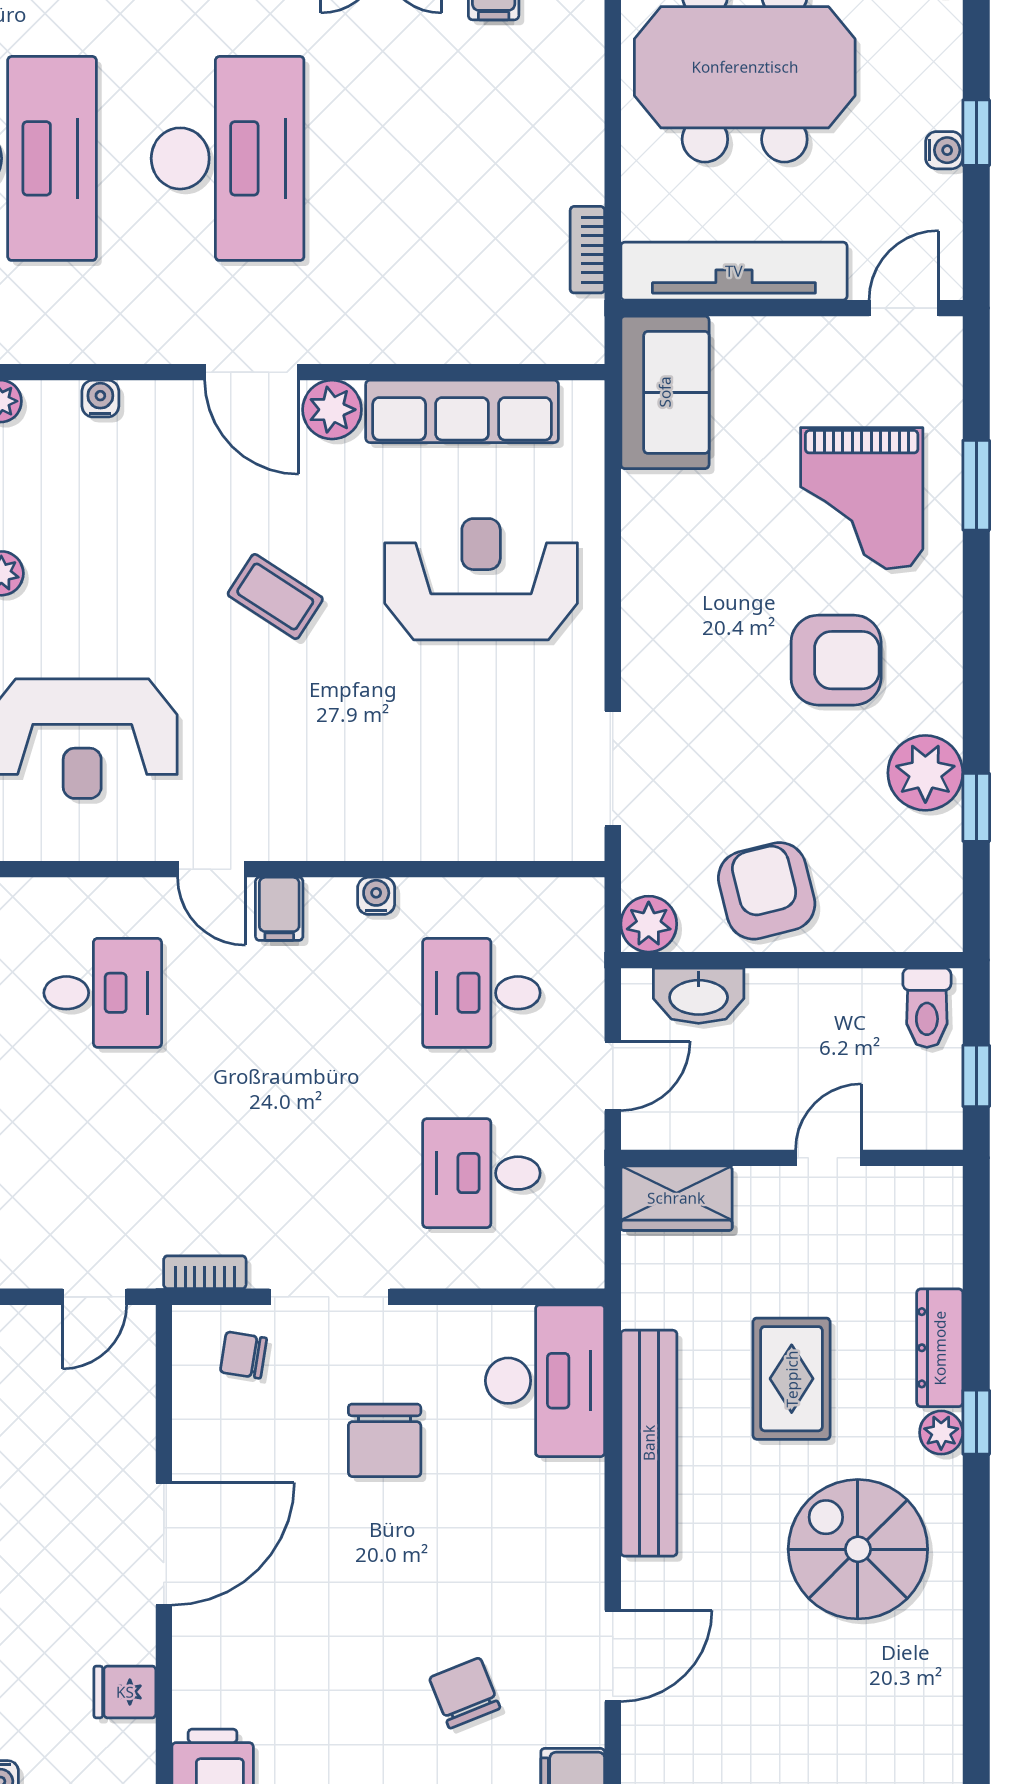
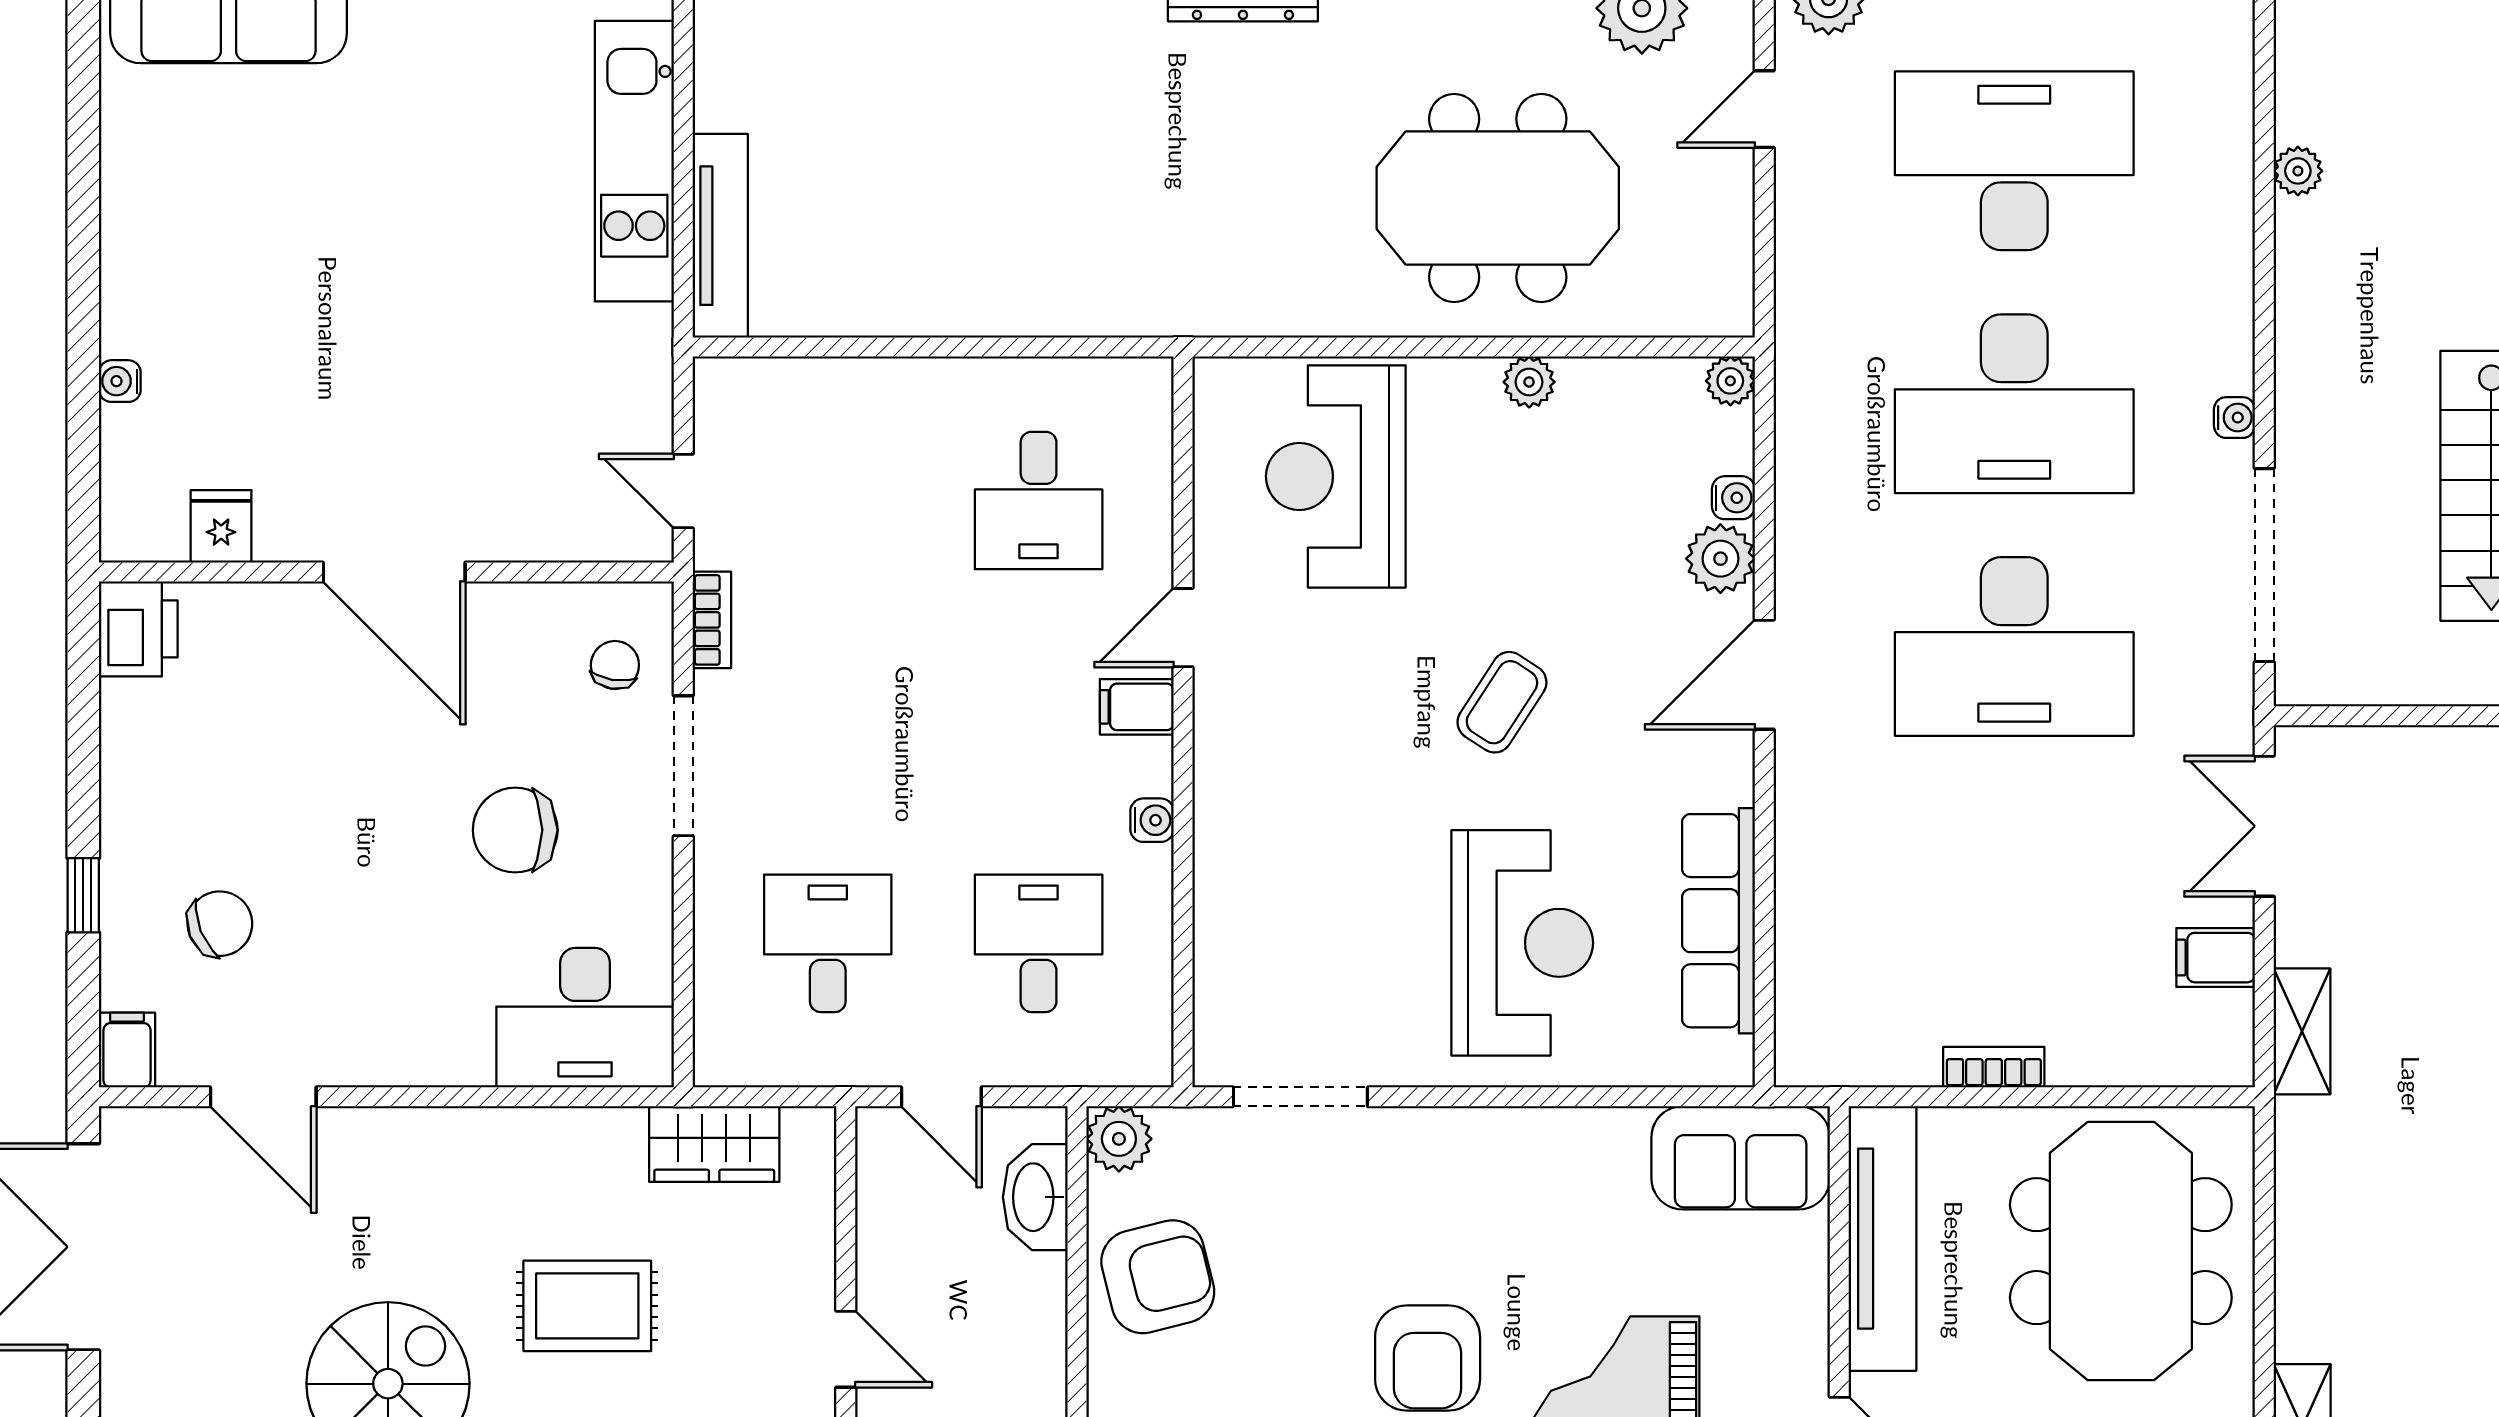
bookcase: (587, 250) -> (1994, 1067), moved
plant: (332, 410) -> (1720, 559), moved
wardrobe: (676, 1198) -> (714, 1144), moved, turned -90
bench: (649, 1443) -> (512, 1139), removed

